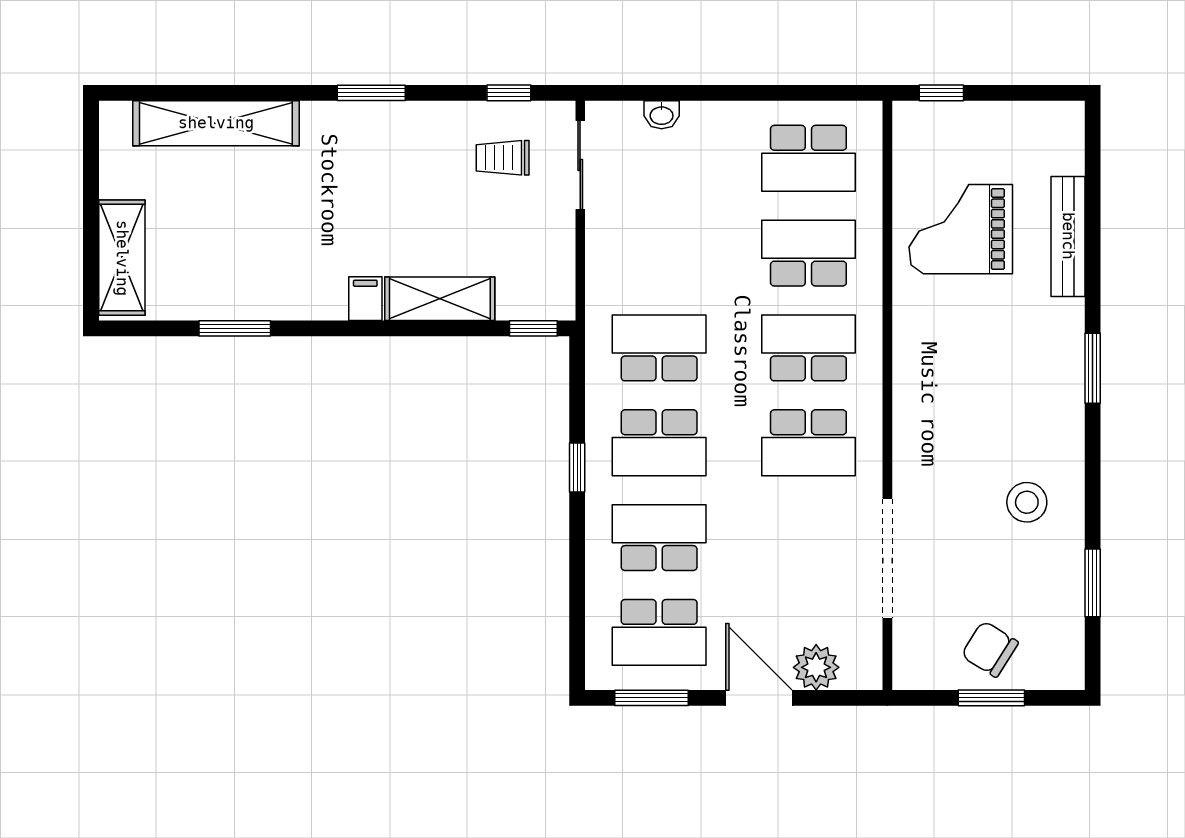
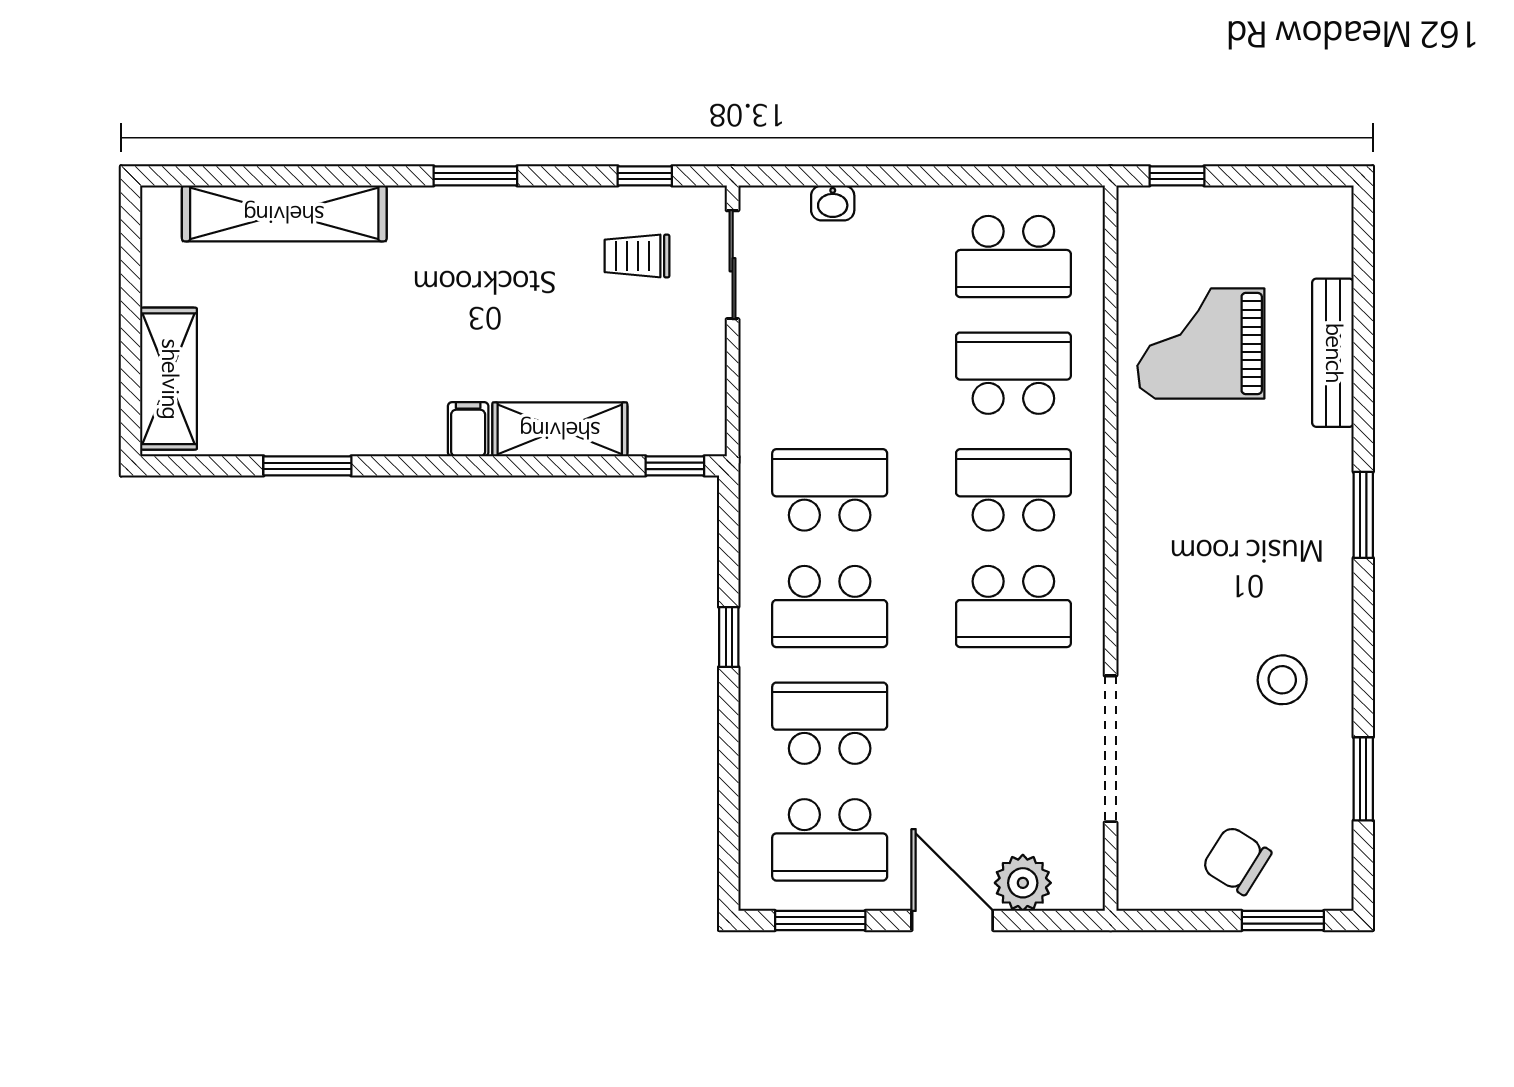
window: (991, 698) -> (1283, 920), moved

